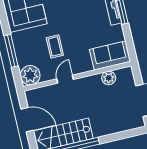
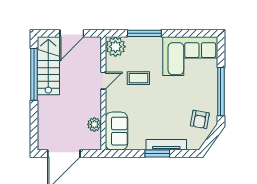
door: (65, 79) -> (103, 81), hinge flipped

